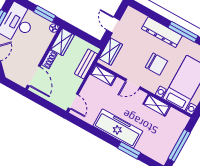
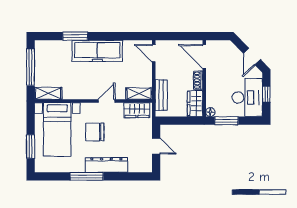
wardrobe: (111, 51) -> (137, 110), moved, turned -90
shelving: (157, 105) -> (48, 93), moved

